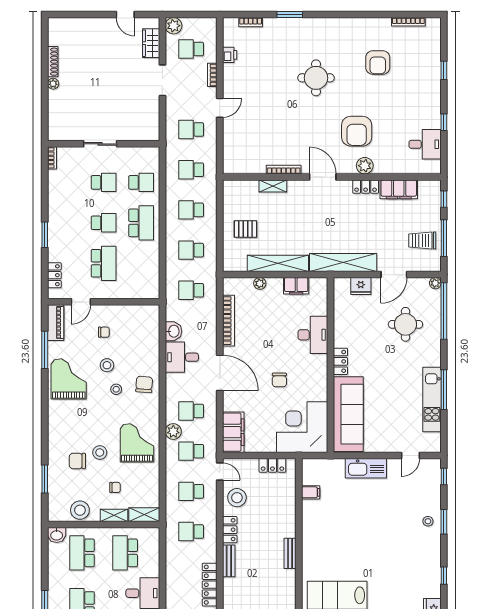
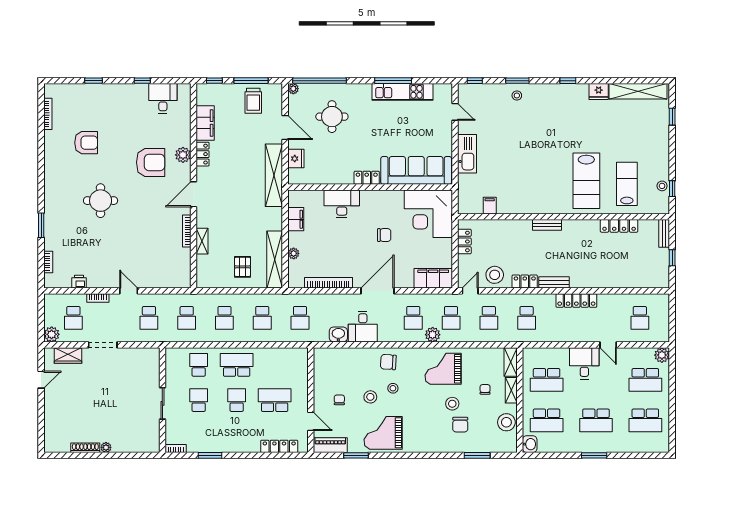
window: (45, 235) -> (210, 455), moved
shelving: (278, 263) -> (275, 259), moved
locker: (54, 275) -> (279, 446), width x1.53
window: (45, 350) -> (356, 455), width x0.69

